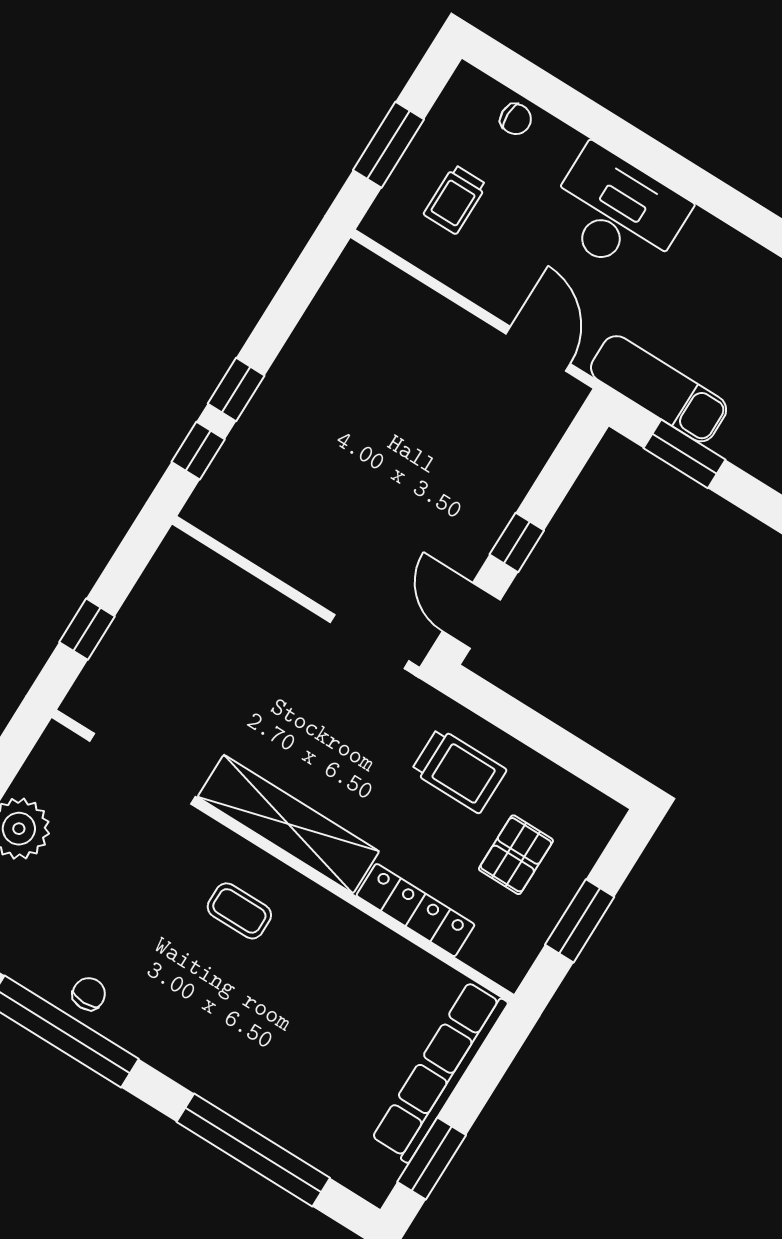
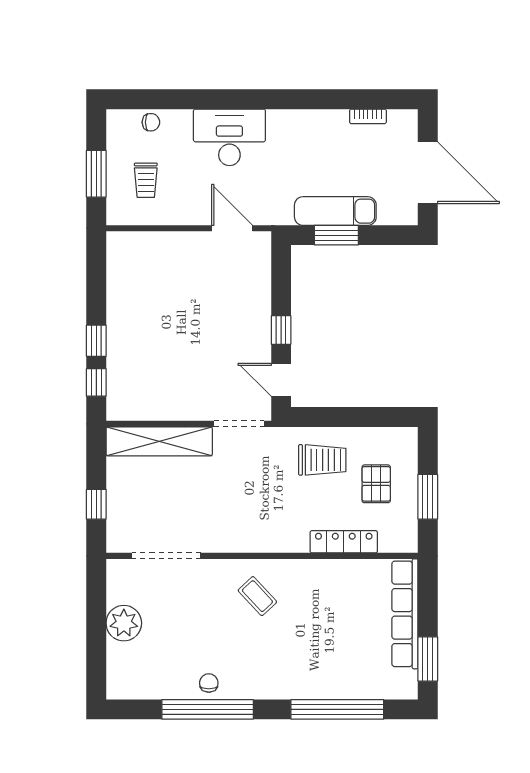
exam couch: (659, 389) -> (335, 211), moved
shelving: (288, 824) -> (159, 441), moved
coffee table: (239, 911) -> (257, 596), turned 47

